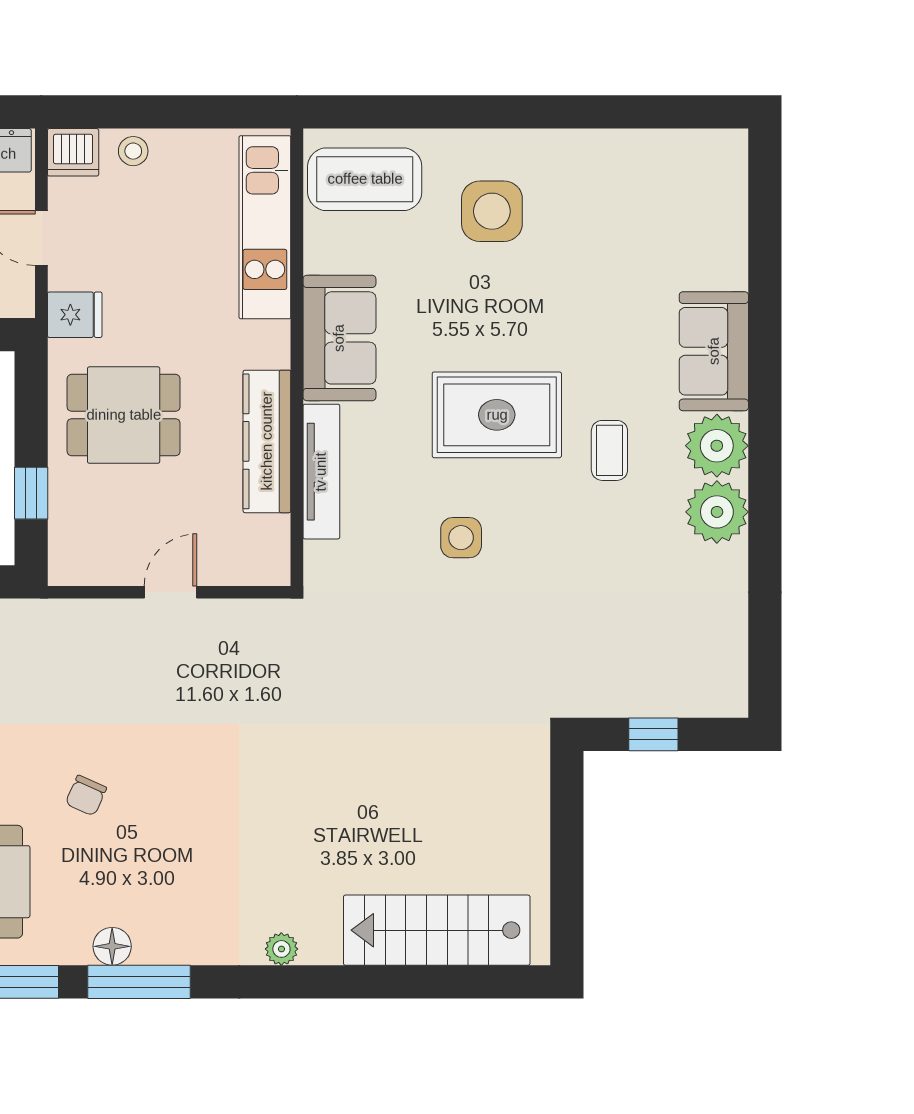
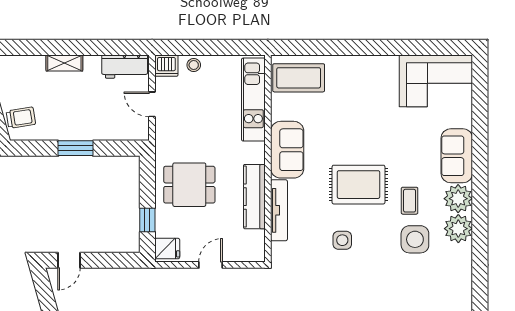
corner sofa: (668, 186) -> (436, 81), added
side table: (492, 211) -> (415, 239), moved
fridge: (75, 315) -> (167, 249), moved

